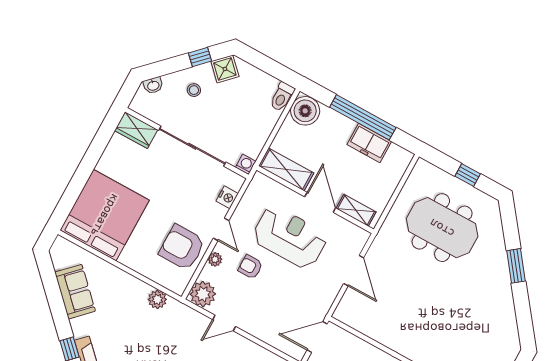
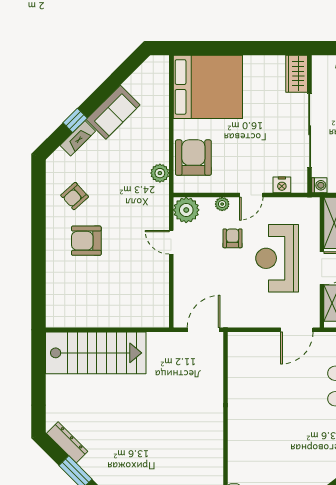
reception desk: (290, 237) -> (277, 258), turned 180
armchair: (182, 247) -> (193, 158), moved
door: (354, 271) -> (297, 330), moved
sofa: (75, 292) -> (113, 112), moved
door: (317, 337) -> (204, 330), hinge flipped

